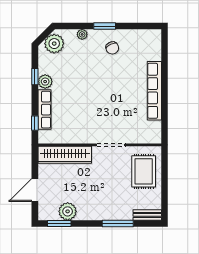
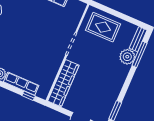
plant: (68, 211) -> (127, 57), moved
window: (118, 224) -> (139, 54), moved

